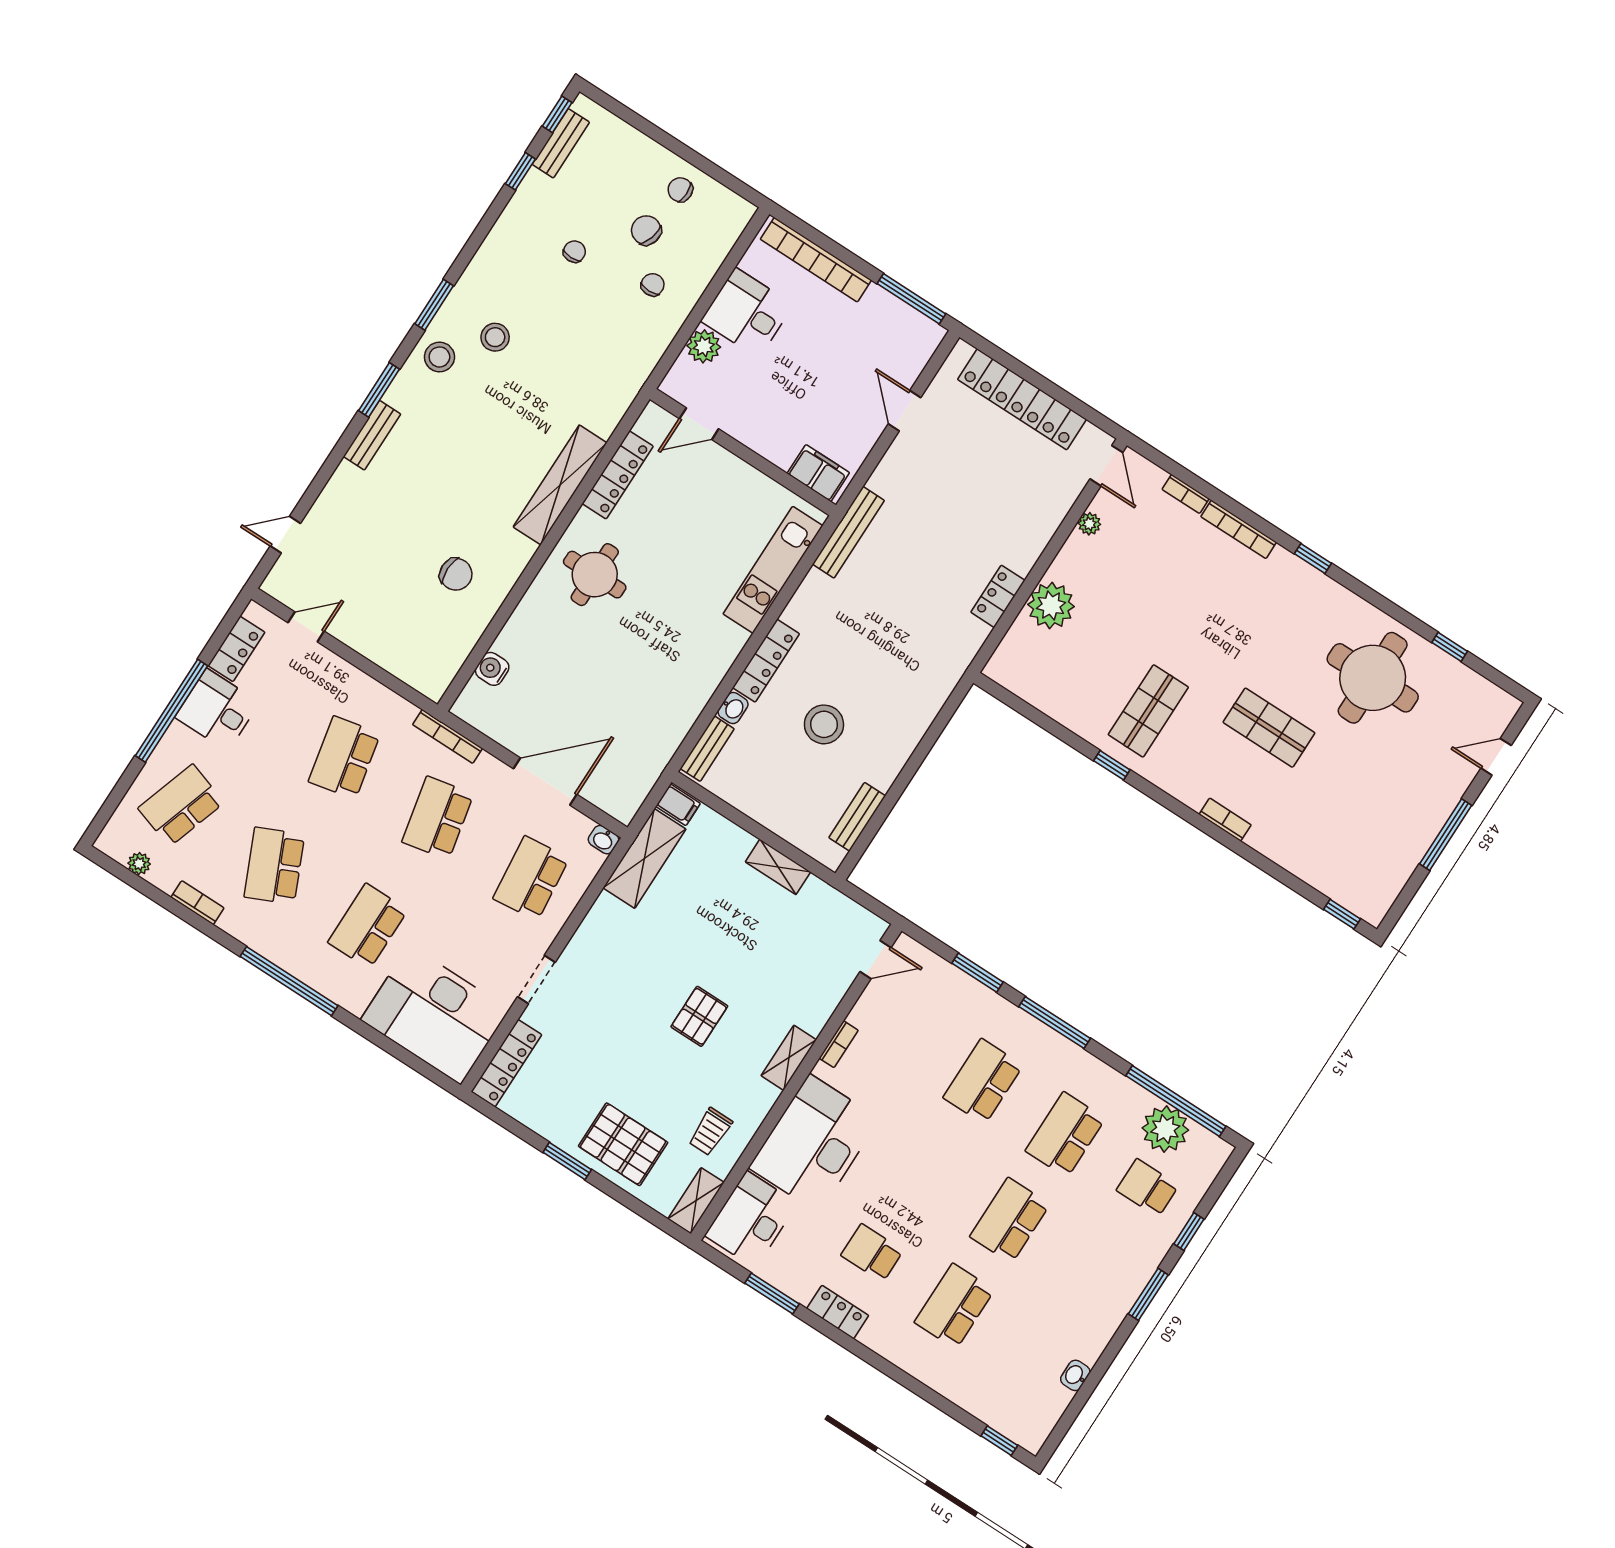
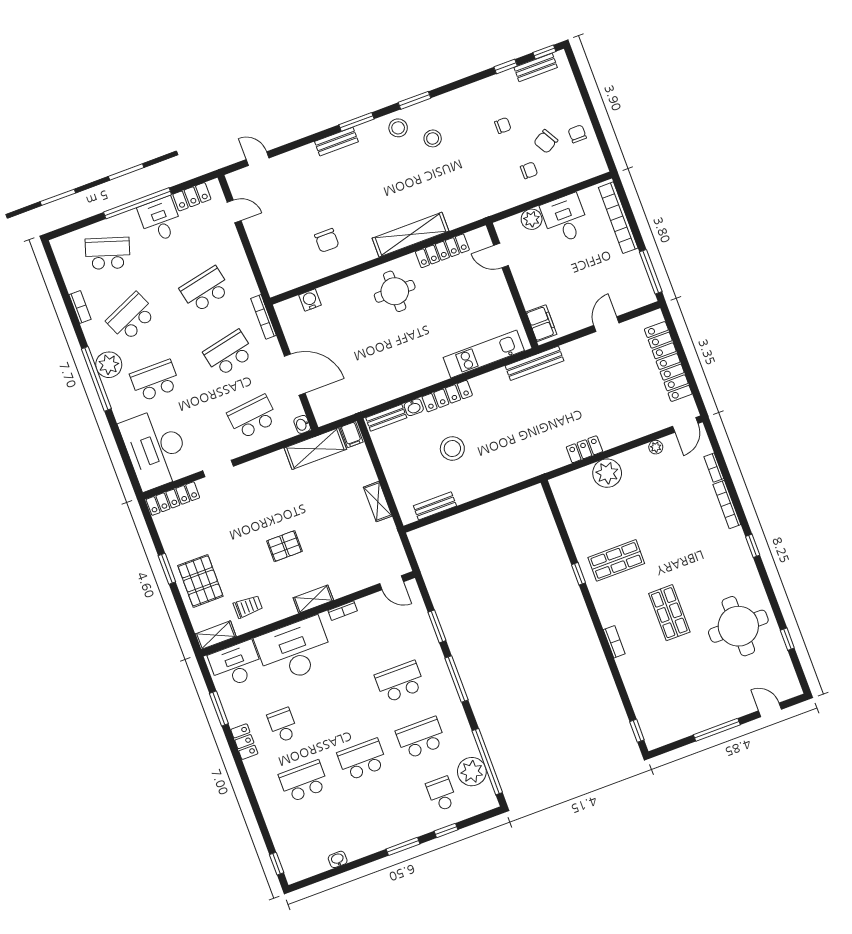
chair: (646, 230) -> (546, 141), turned -137
plant: (139, 864) -> (109, 365), moved, width x1.88, depth x1.88
trolley: (710, 1132) -> (248, 607), turned 180

